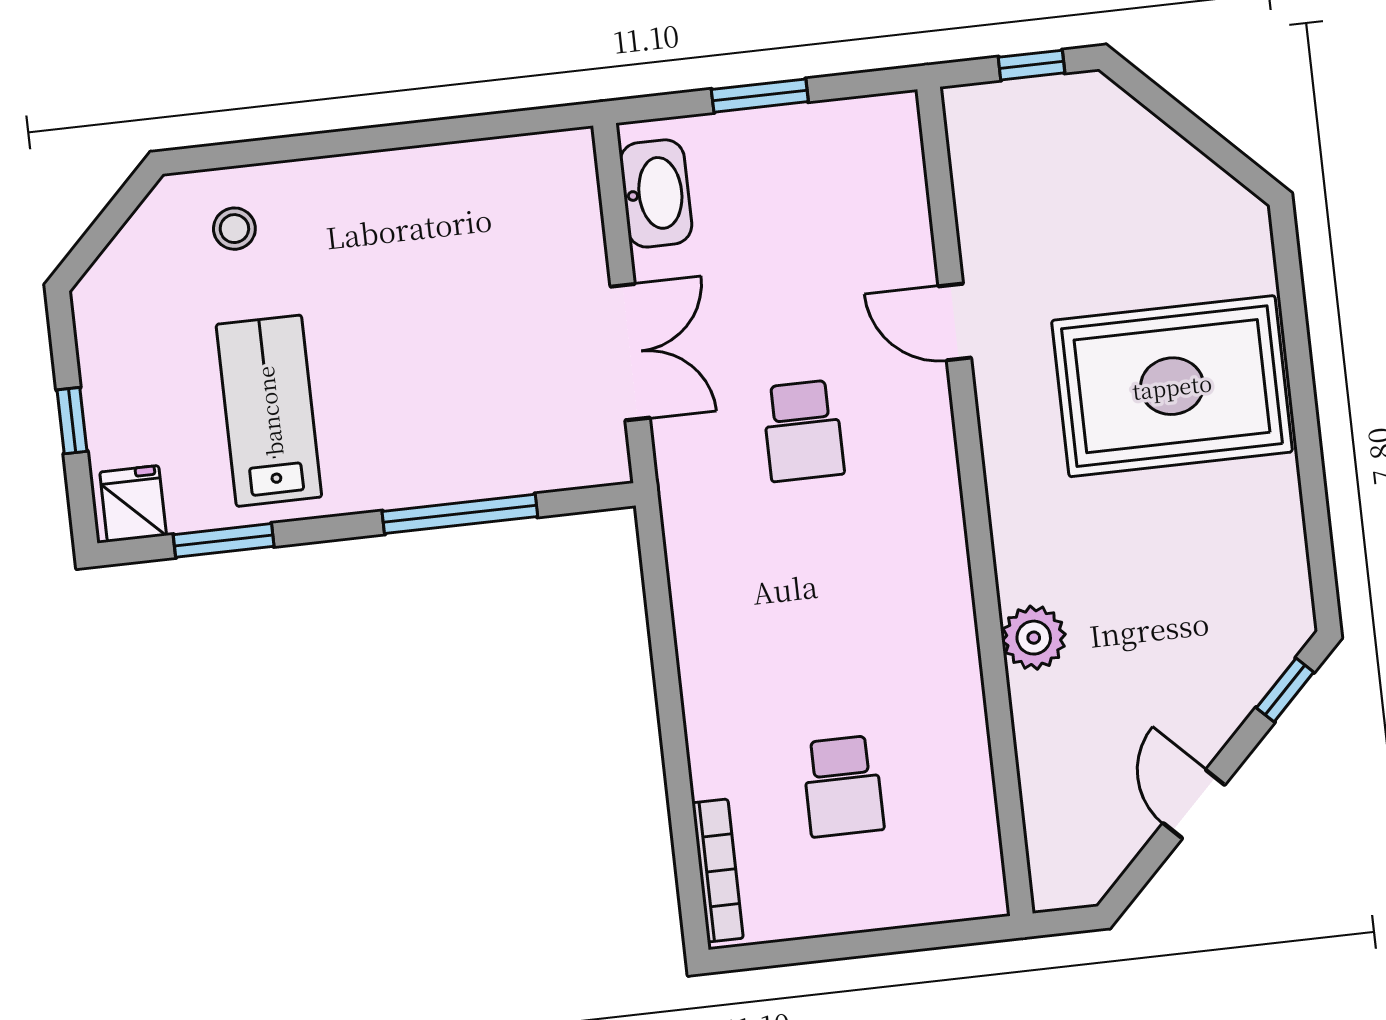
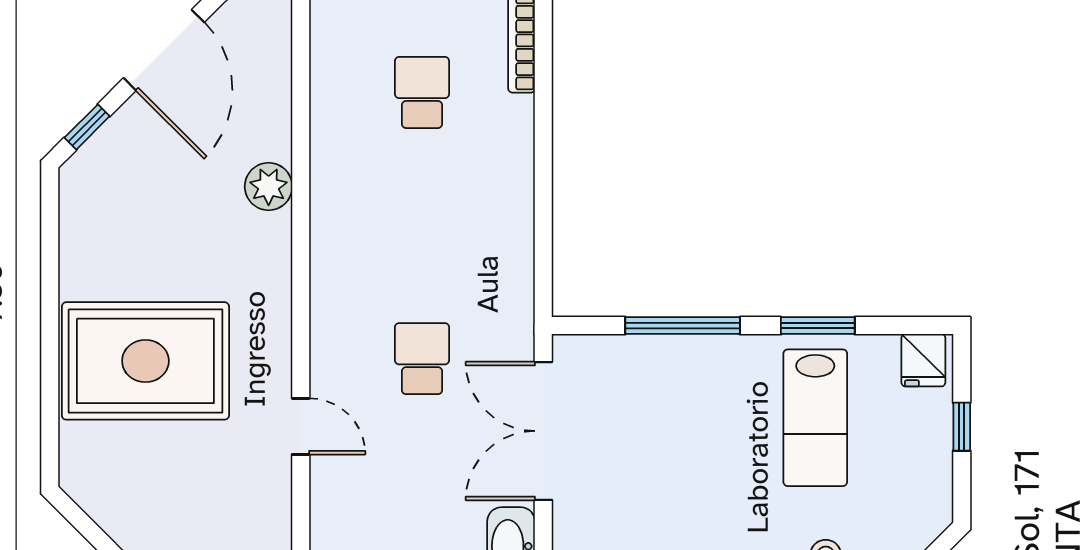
double door: (630, 352) -> (543, 431), width x1.37
window: (224, 540) -> (818, 326), moved
door: (1194, 804) -> (164, 50), width x1.88

